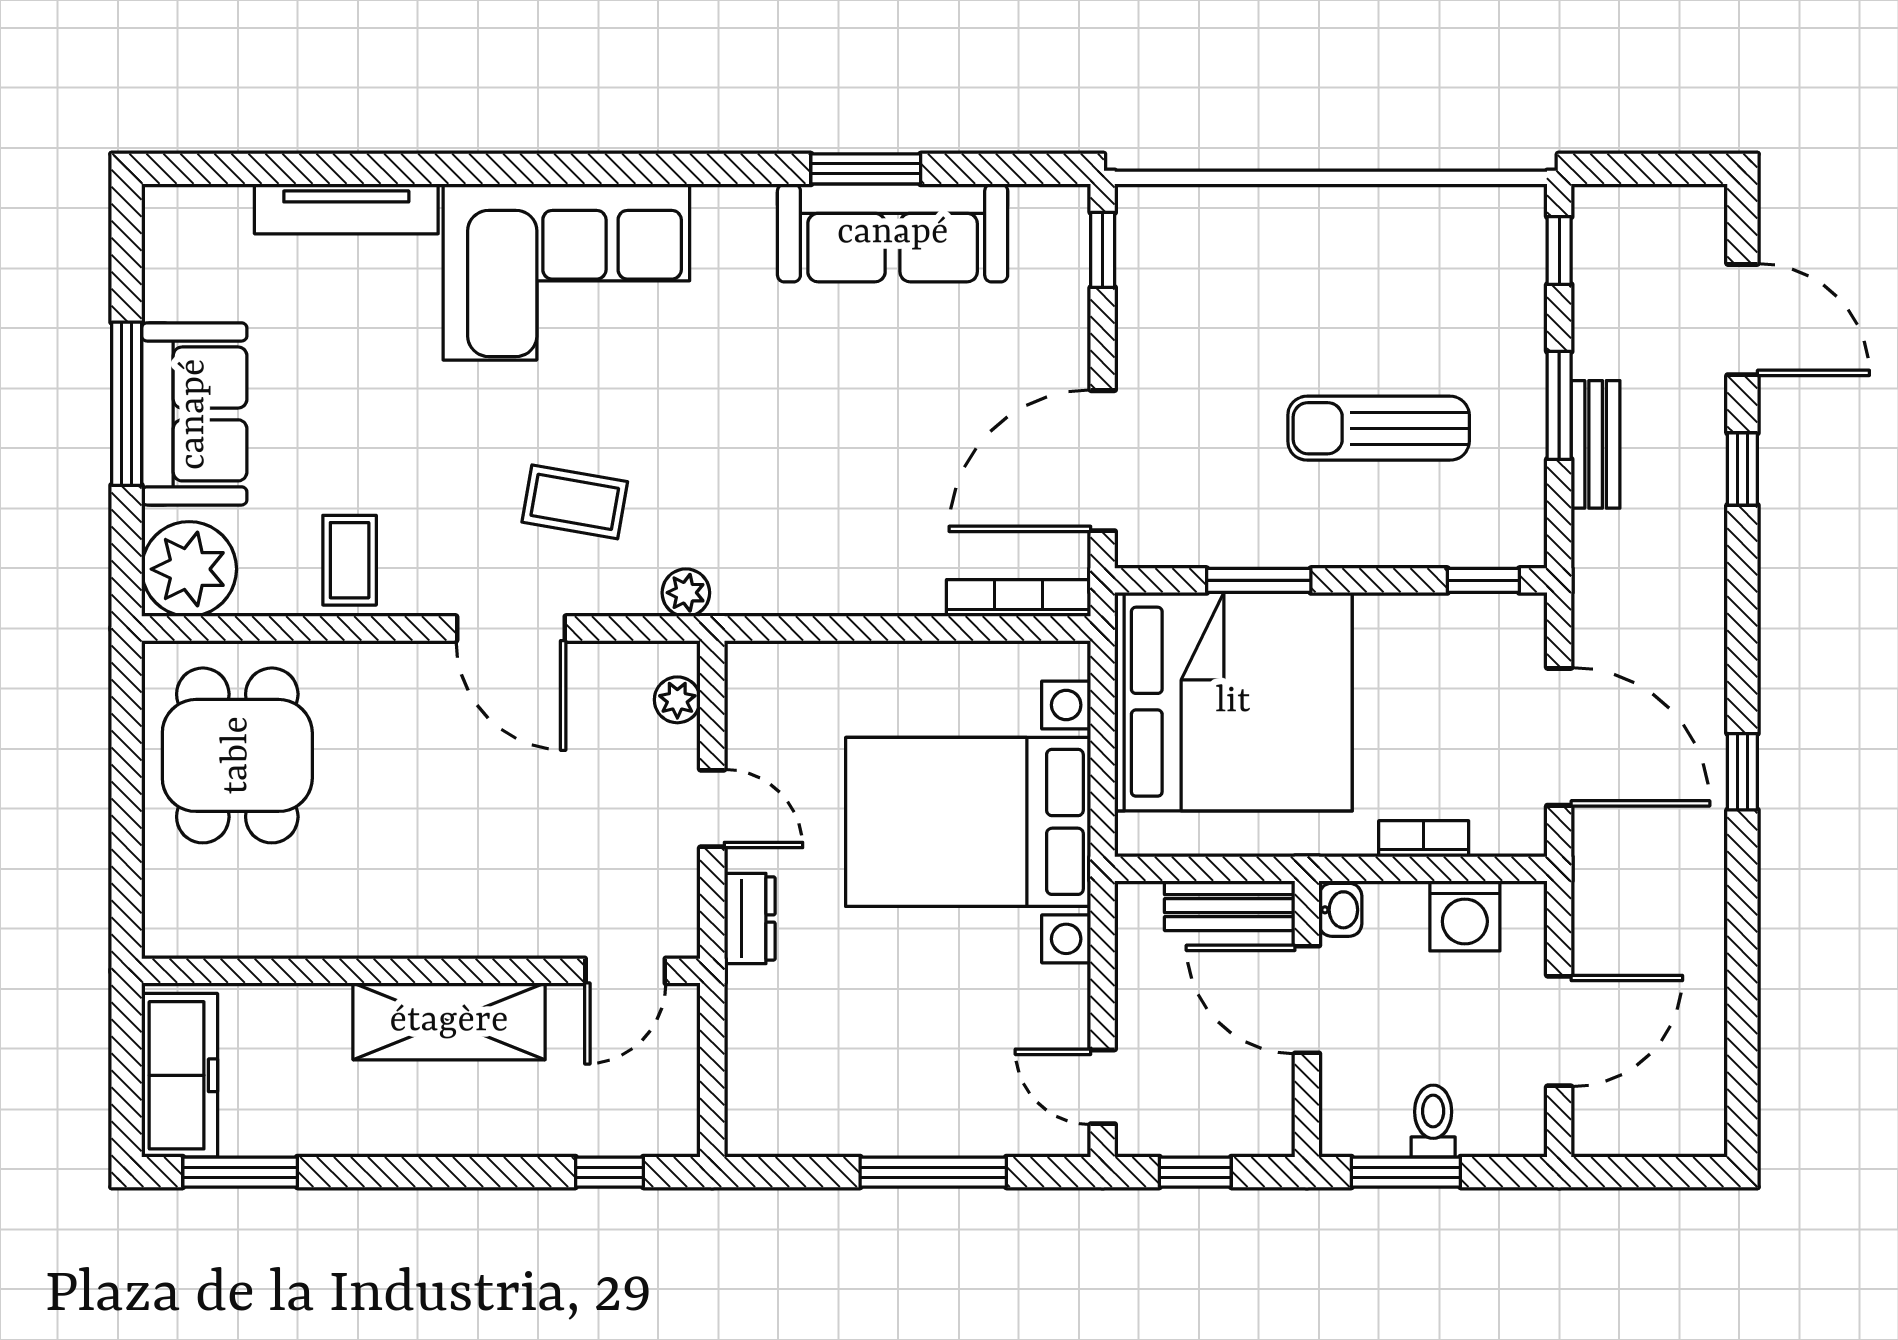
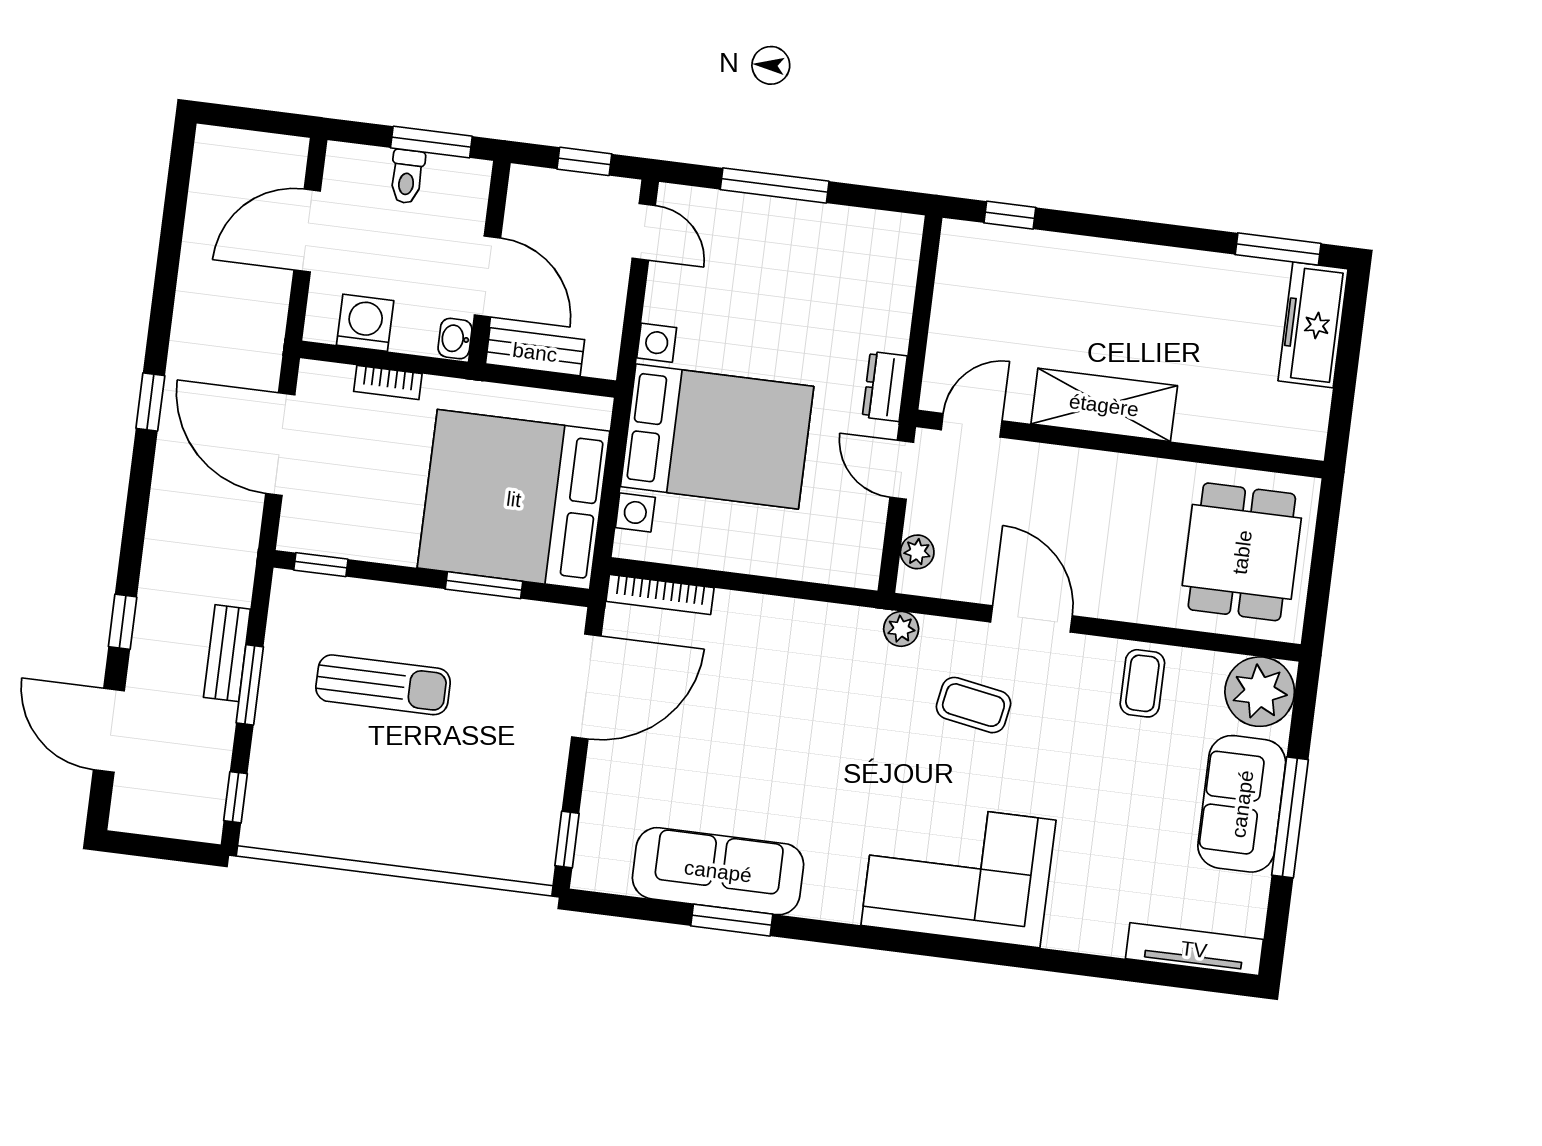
tv unit: (346, 209) -> (1194, 949), moved
wall: (421, 971) -> (1120, 444), moved
door: (625, 971) -> (972, 425), moved
shelving: (449, 1021) -> (1104, 405), moved

